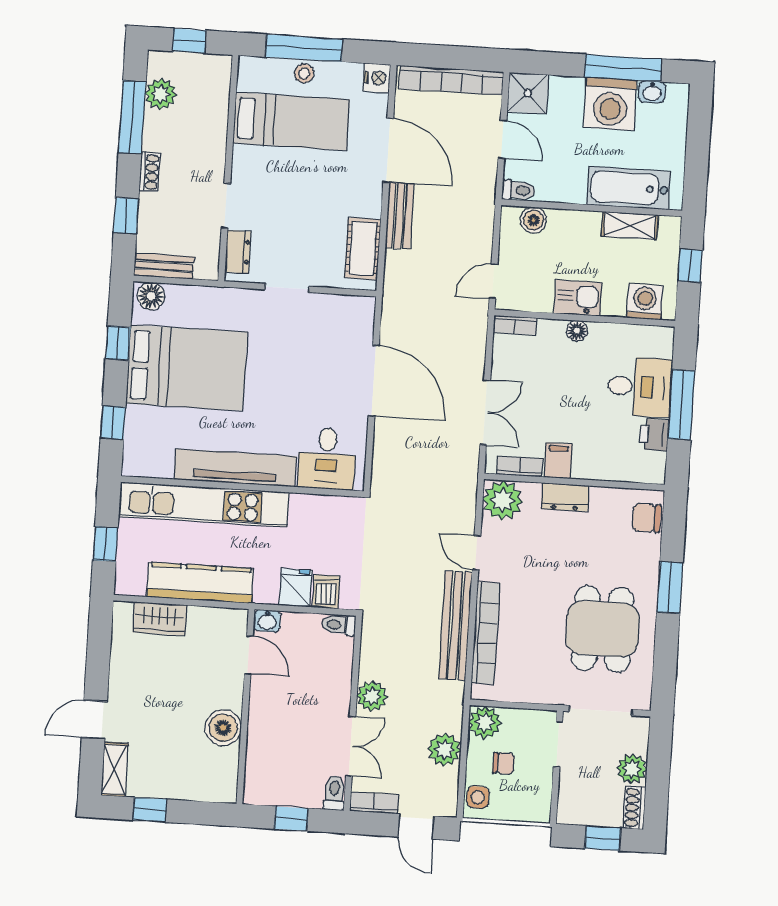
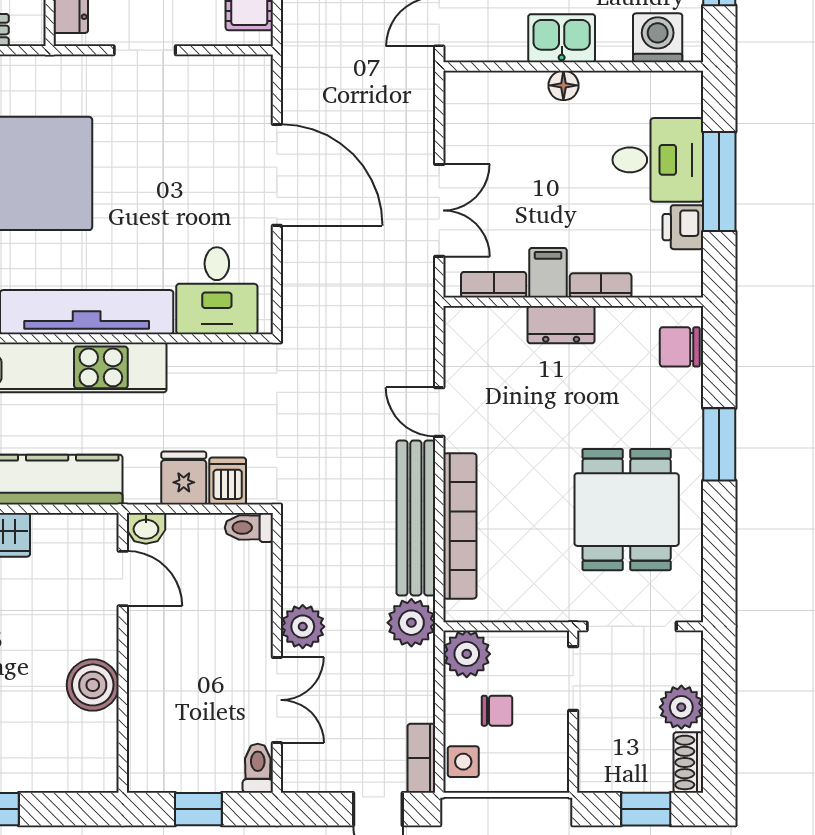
bookcase: (515, 325) -> (601, 285), moved, turned 180
plant: (503, 500) -> (472, 335), removed
plant: (444, 750) -> (411, 623), moved
bookcase: (374, 803) -> (421, 758), moved, turned -90

